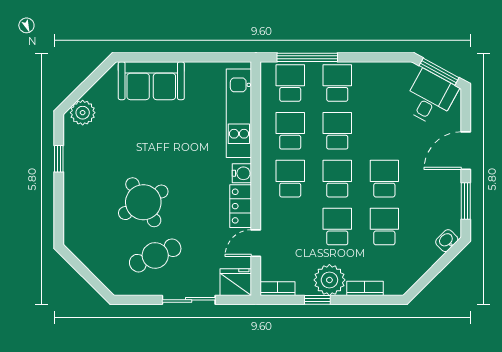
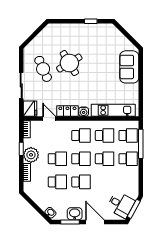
plant: (83, 113) -> (114, 33), removed
washbasin: (449, 191) -> (75, 214), added

